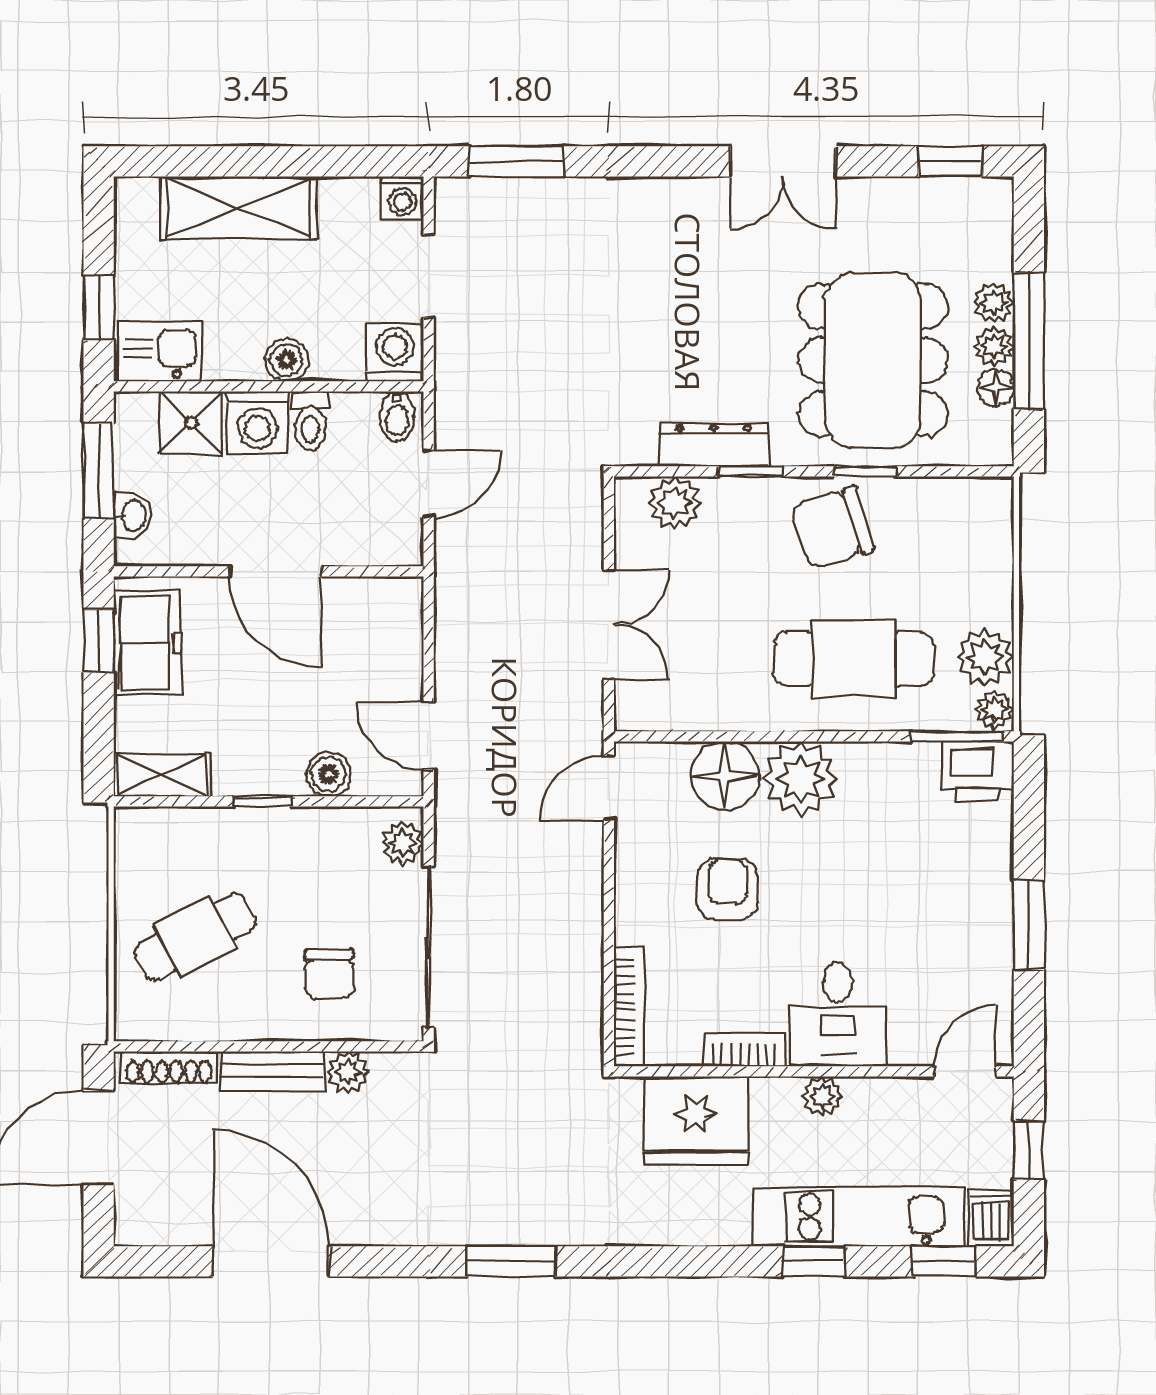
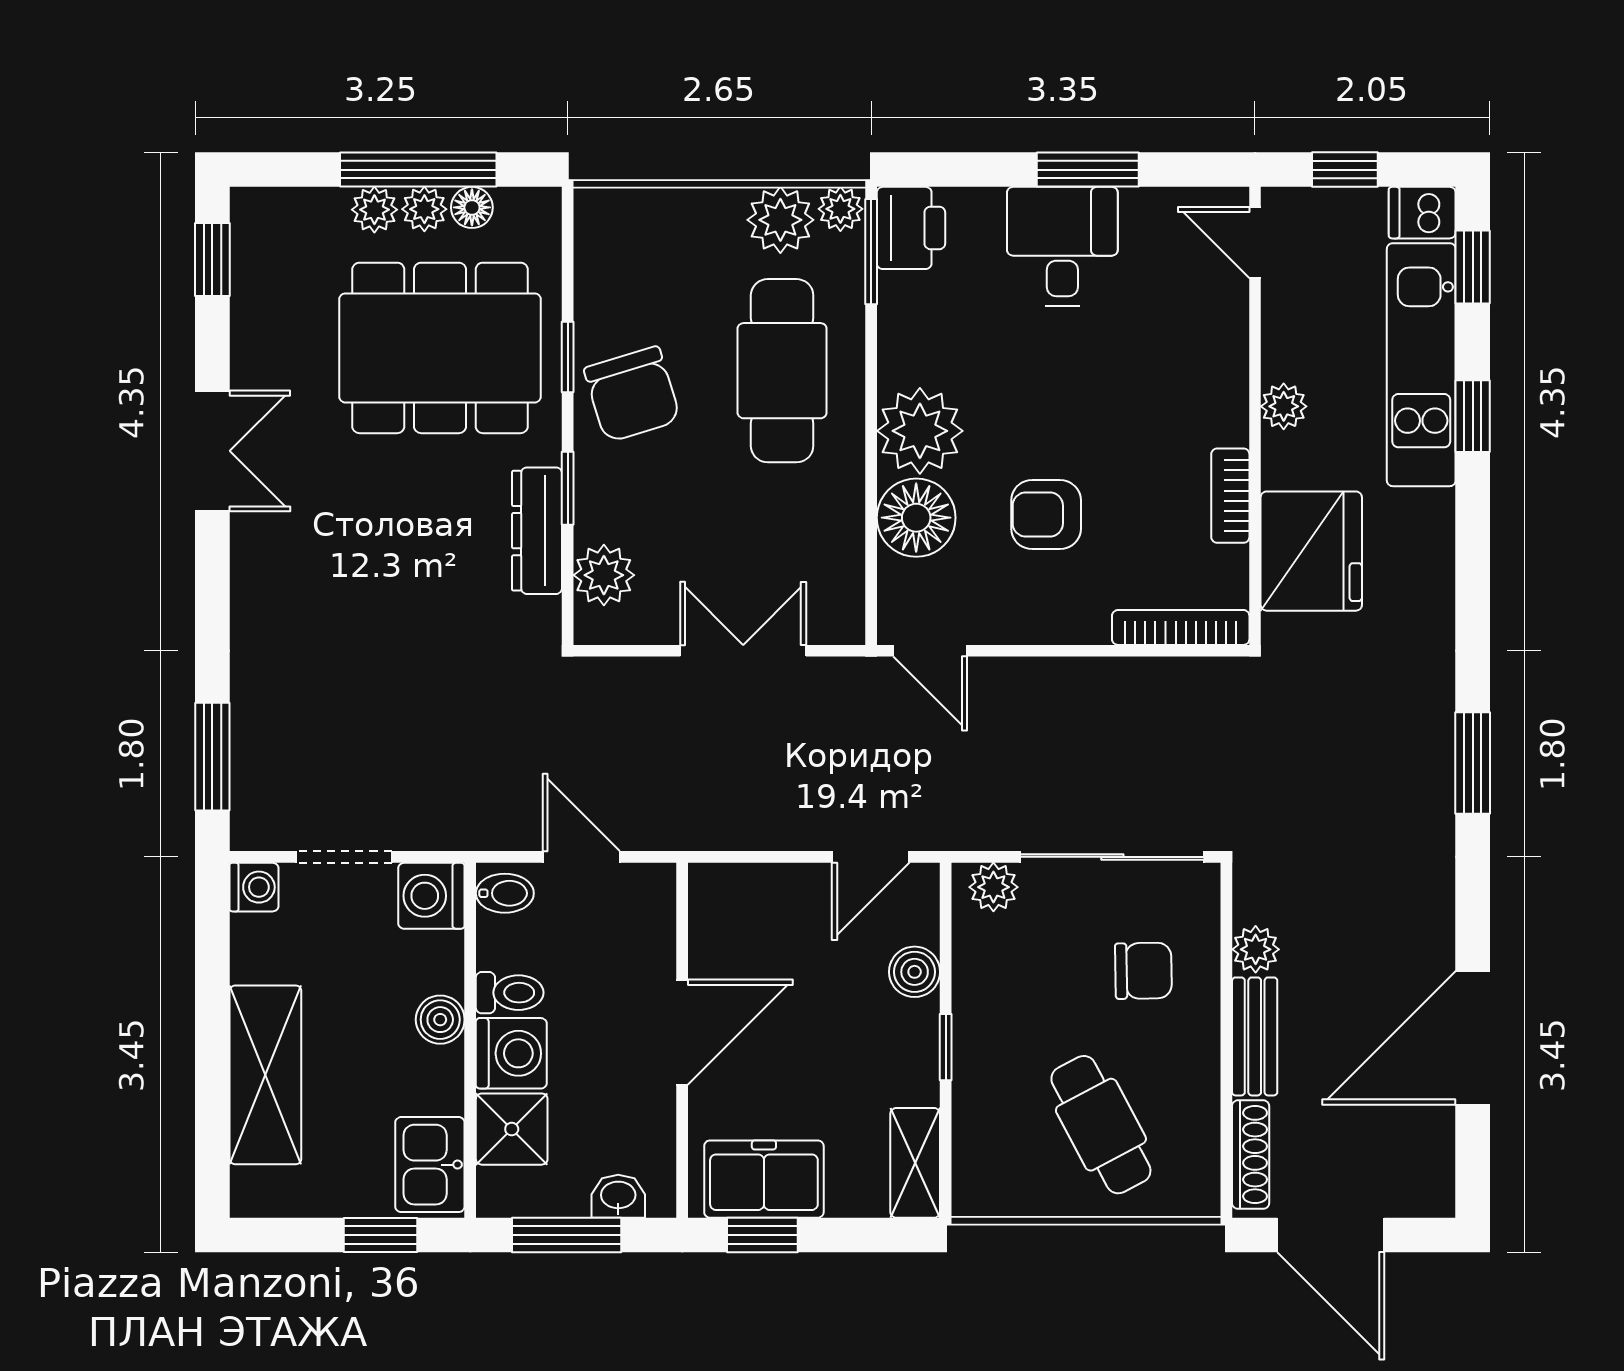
desk: (838, 1014) -> (1062, 246), moved, turned -90

